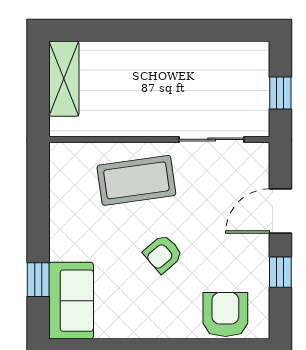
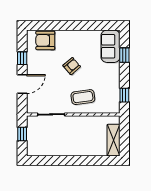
coffee table: (136, 180) -> (83, 97), width x0.73, depth x0.76
window: (38, 185) -> (124, 95), added
armchair: (225, 314) -> (45, 40), turned 90

